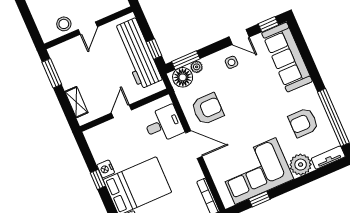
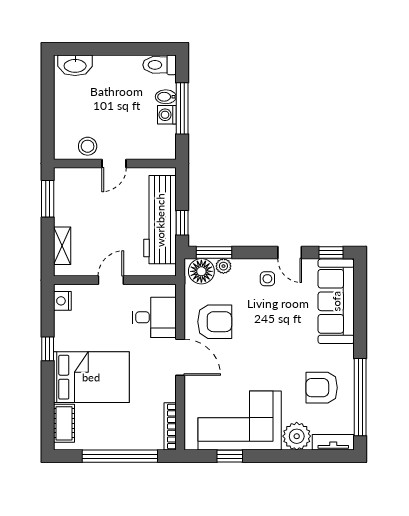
nightstand: (106, 169) -> (62, 301), moved

